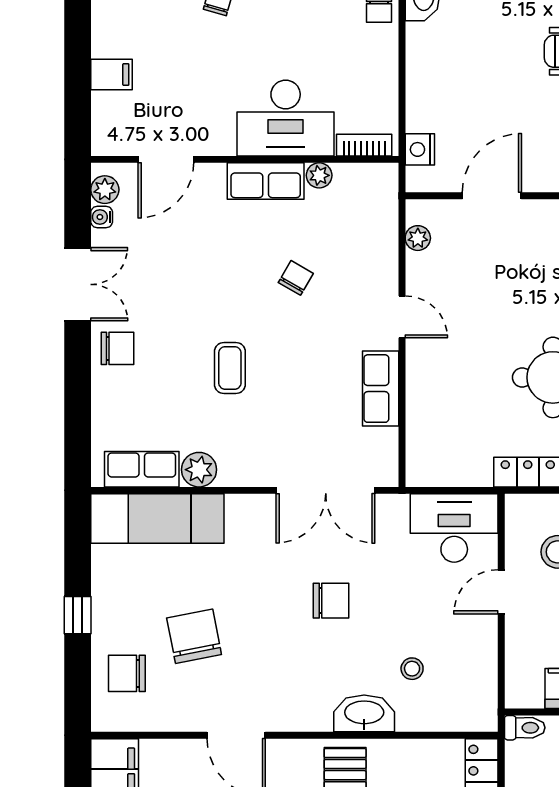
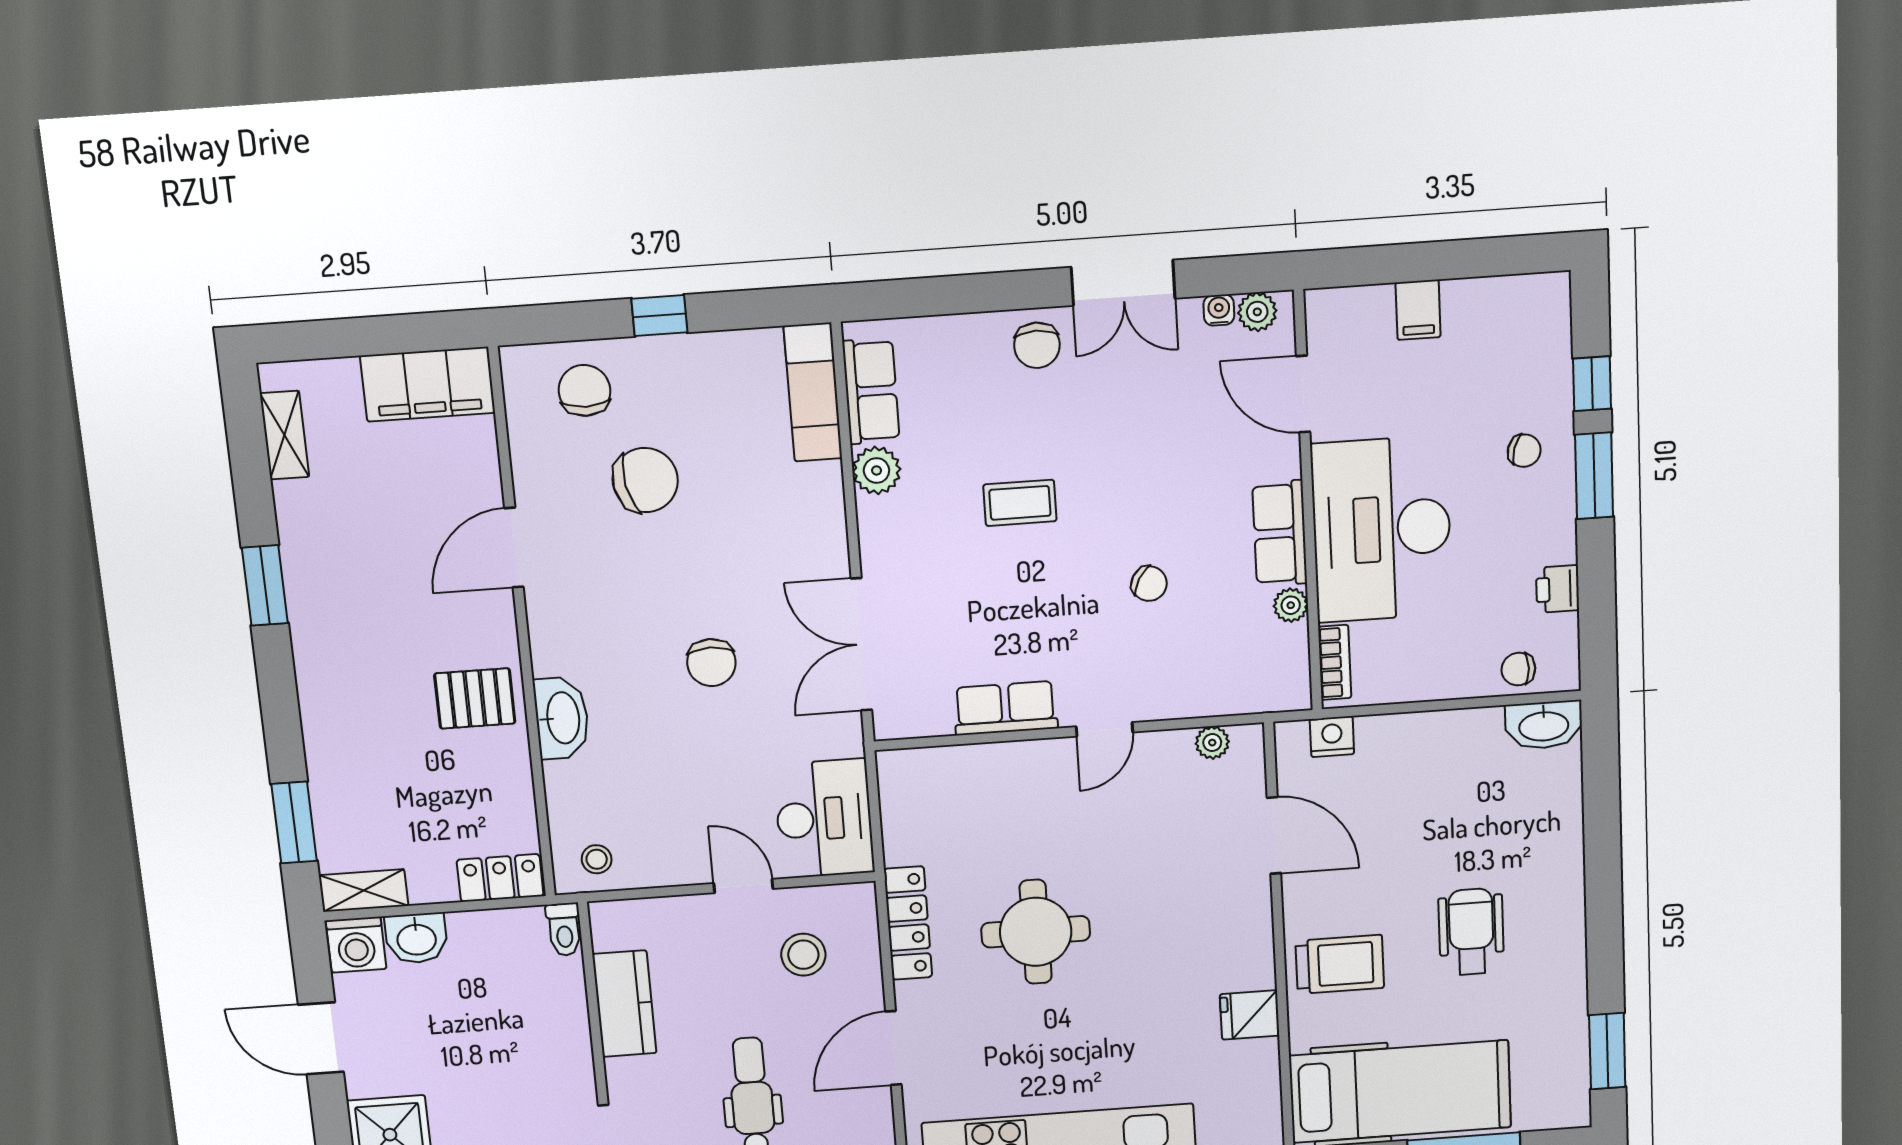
desk: (286, 118) -> (1382, 529), width x1.36, depth x1.30
exam couch: (157, 518) -> (813, 392), width x0.73, depth x0.69
stool: (412, 669) -> (597, 859), moved

